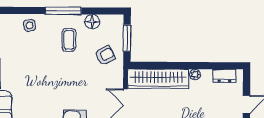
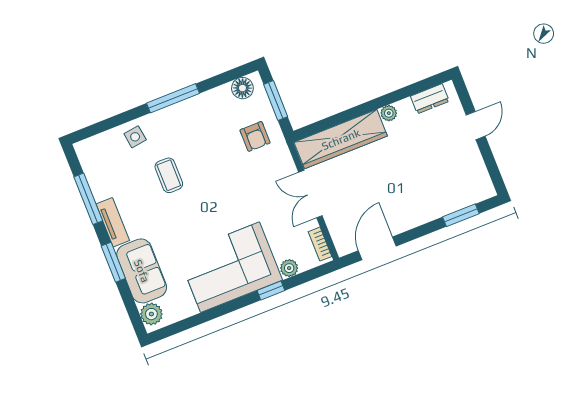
floor lamp: (92, 22) -> (242, 88), moved
coffee table: (69, 40) -> (169, 175), moved
armchair: (105, 55) -> (255, 136), turned 118

